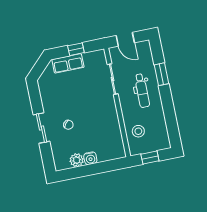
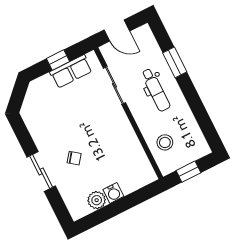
row of seats: (68, 63) -> (71, 71), moved

